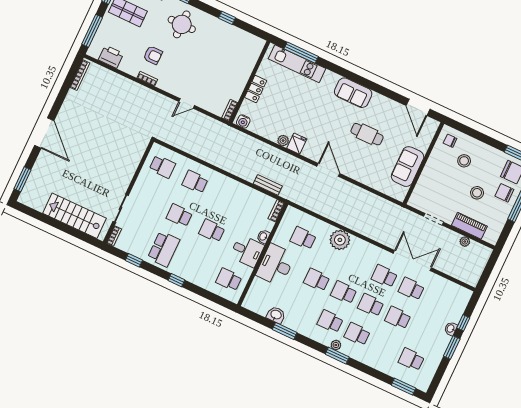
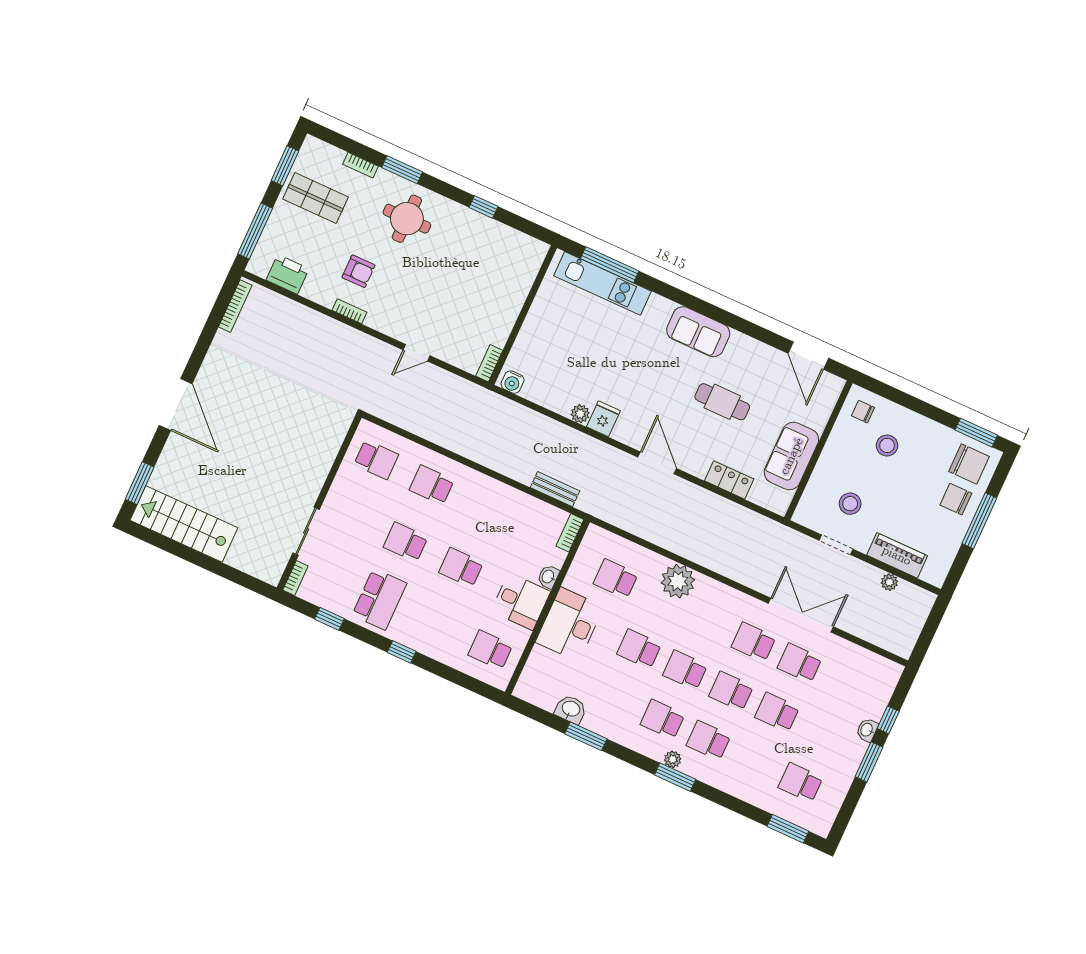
locker: (256, 89) -> (729, 480), moved, turned -90
stool: (477, 193) -> (850, 504), moved
stairs: (74, 216) -> (184, 524), moved

